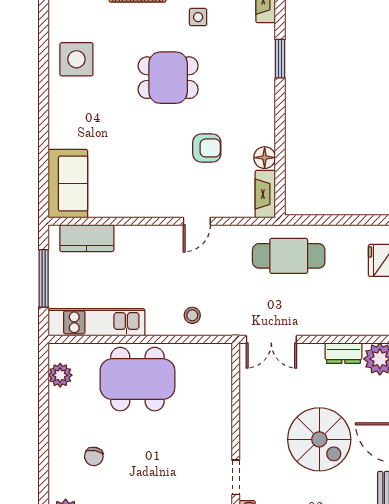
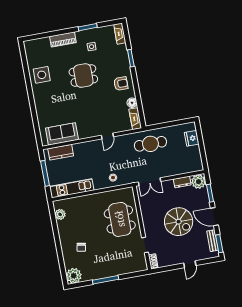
armchair: (207, 148) -> (121, 84), moved
sofa: (68, 184) -> (62, 134), moved, turned -90
dining table: (137, 379) -> (120, 219), moved, turned 90

